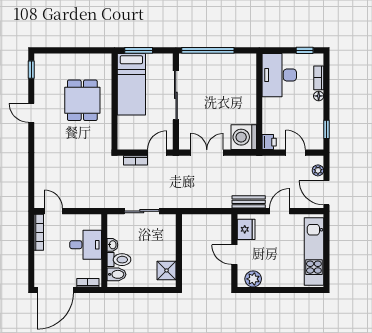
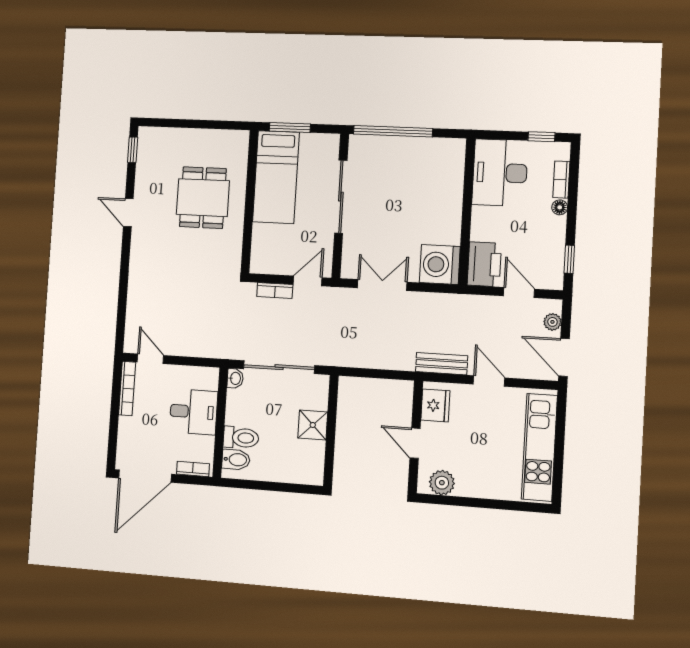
printer: (269, 142) -> (484, 264), width x1.87, depth x1.48
sliding door: (142, 211) -> (279, 367), width x1.37
door: (280, 211) -> (489, 381), hinge flipped
washbasin: (112, 245) -> (235, 378), moved
shower: (167, 270) -> (313, 425), moved

